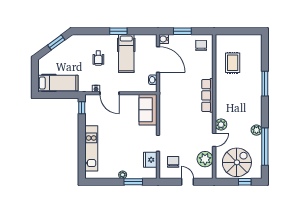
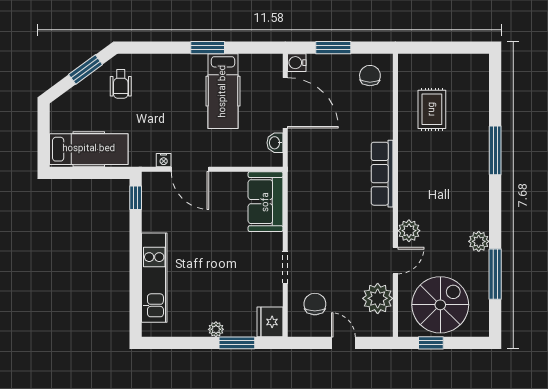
wheelchair: (98, 58) -> (121, 84), moved
window: (265, 147) -> (495, 274), width x0.68
fridge: (150, 160) -> (270, 322), moved
window: (245, 182) -> (431, 343), moved

